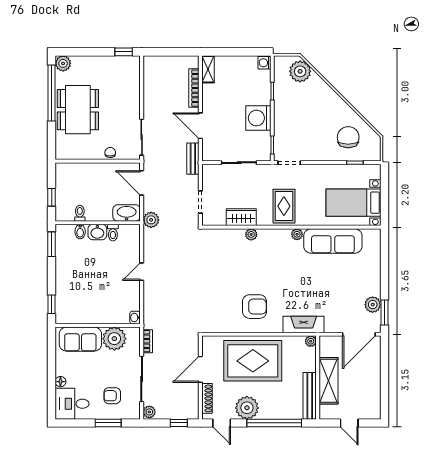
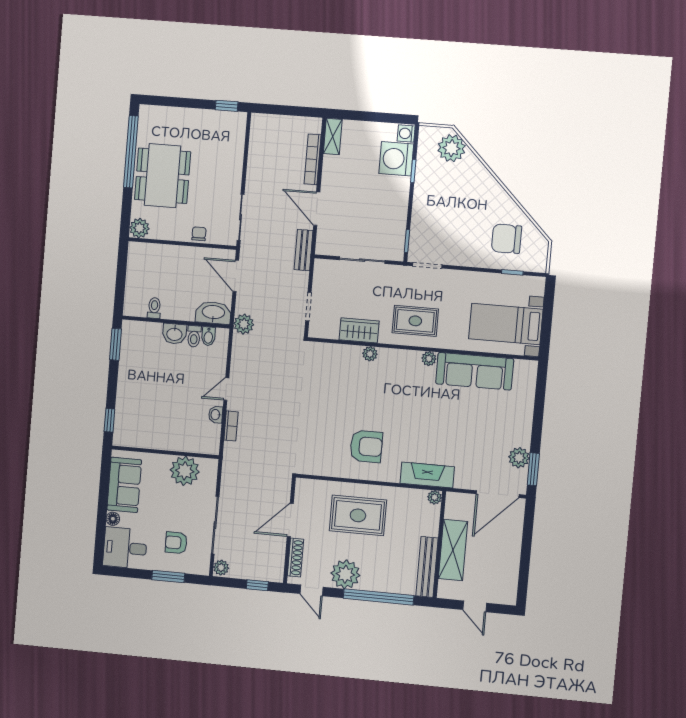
plant: (63, 63) -> (139, 228), moved
washing machine: (258, 118) -> (396, 159), moved
chair: (348, 137) -> (507, 239), turned -90
window: (52, 197) -> (120, 285), removed
rug: (284, 206) -> (415, 321), turned 90
bidet: (80, 232) -> (208, 336), moved
washbasin: (135, 318) -> (216, 415), moved
sofa: (80, 339) -> (124, 485), moved, turned -90
bookcase: (148, 341) -> (231, 426), moved
rug: (253, 361) -> (358, 515), width x0.73, depth x0.69

